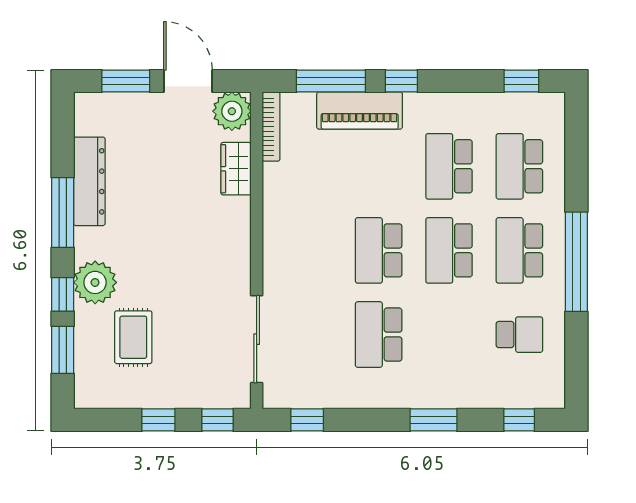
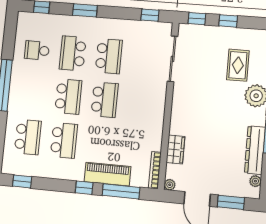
plant: (232, 111) -> (170, 185), width x0.53, depth x0.53
plant: (84, 124) -> (255, 181), added
school desk: (519, 250) -> (73, 53), moved, turned 180

